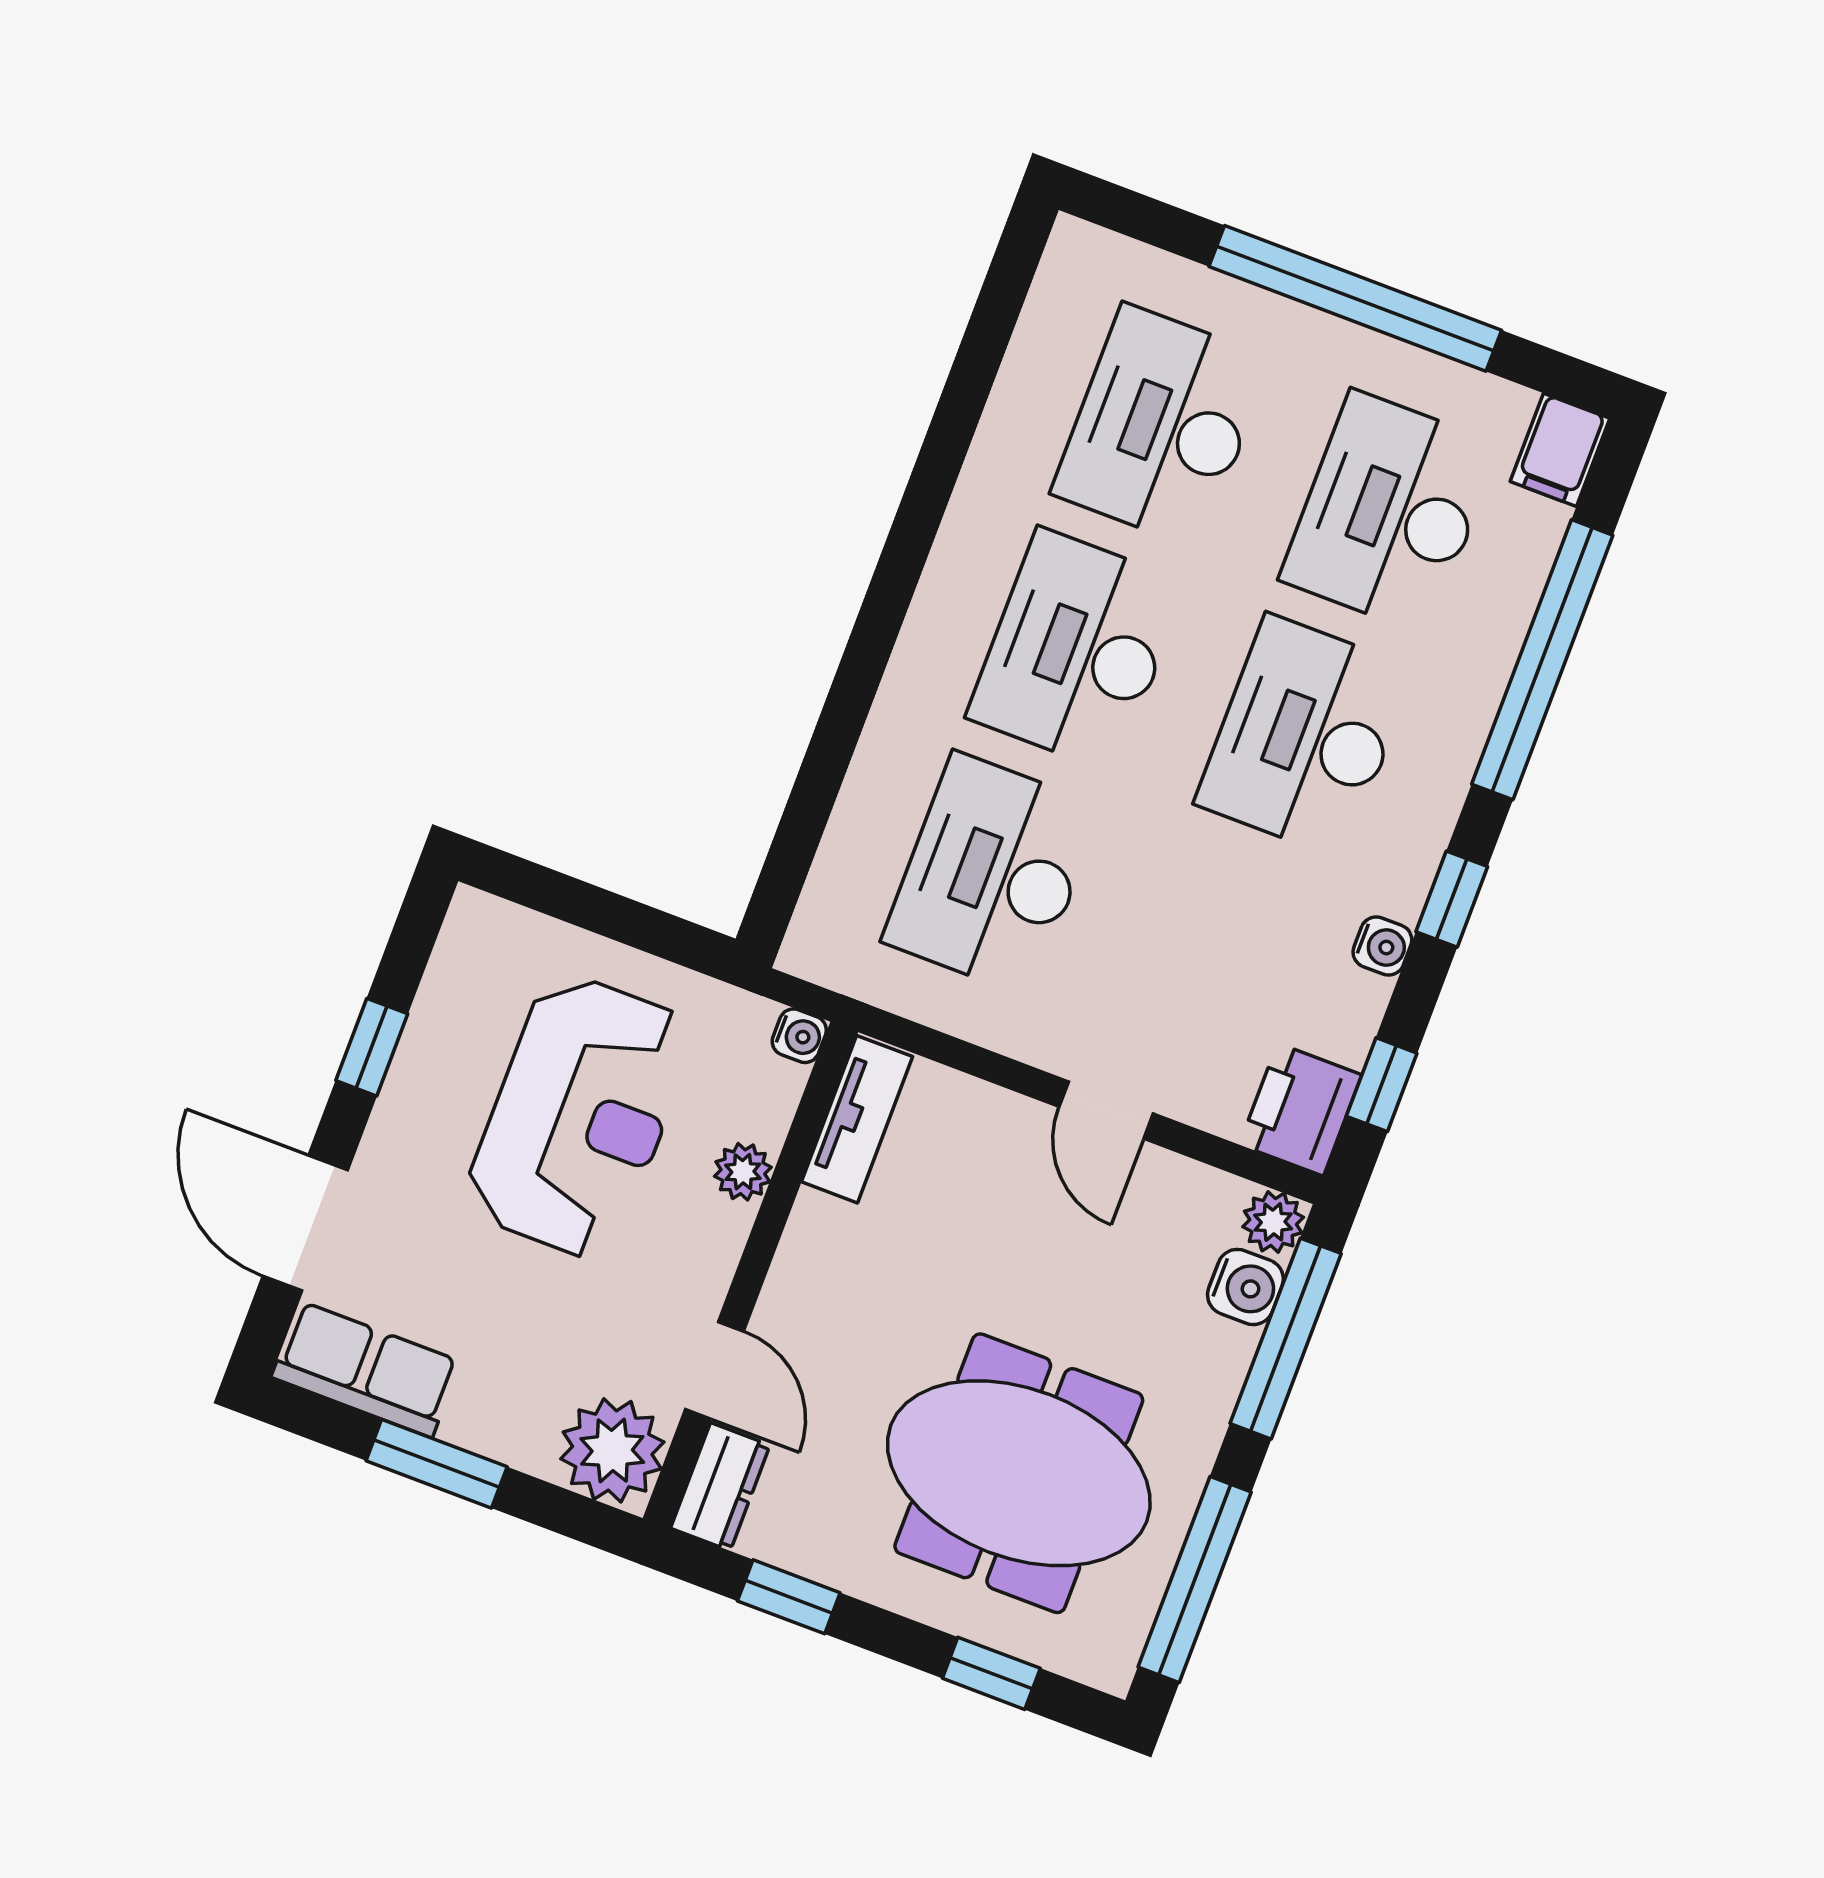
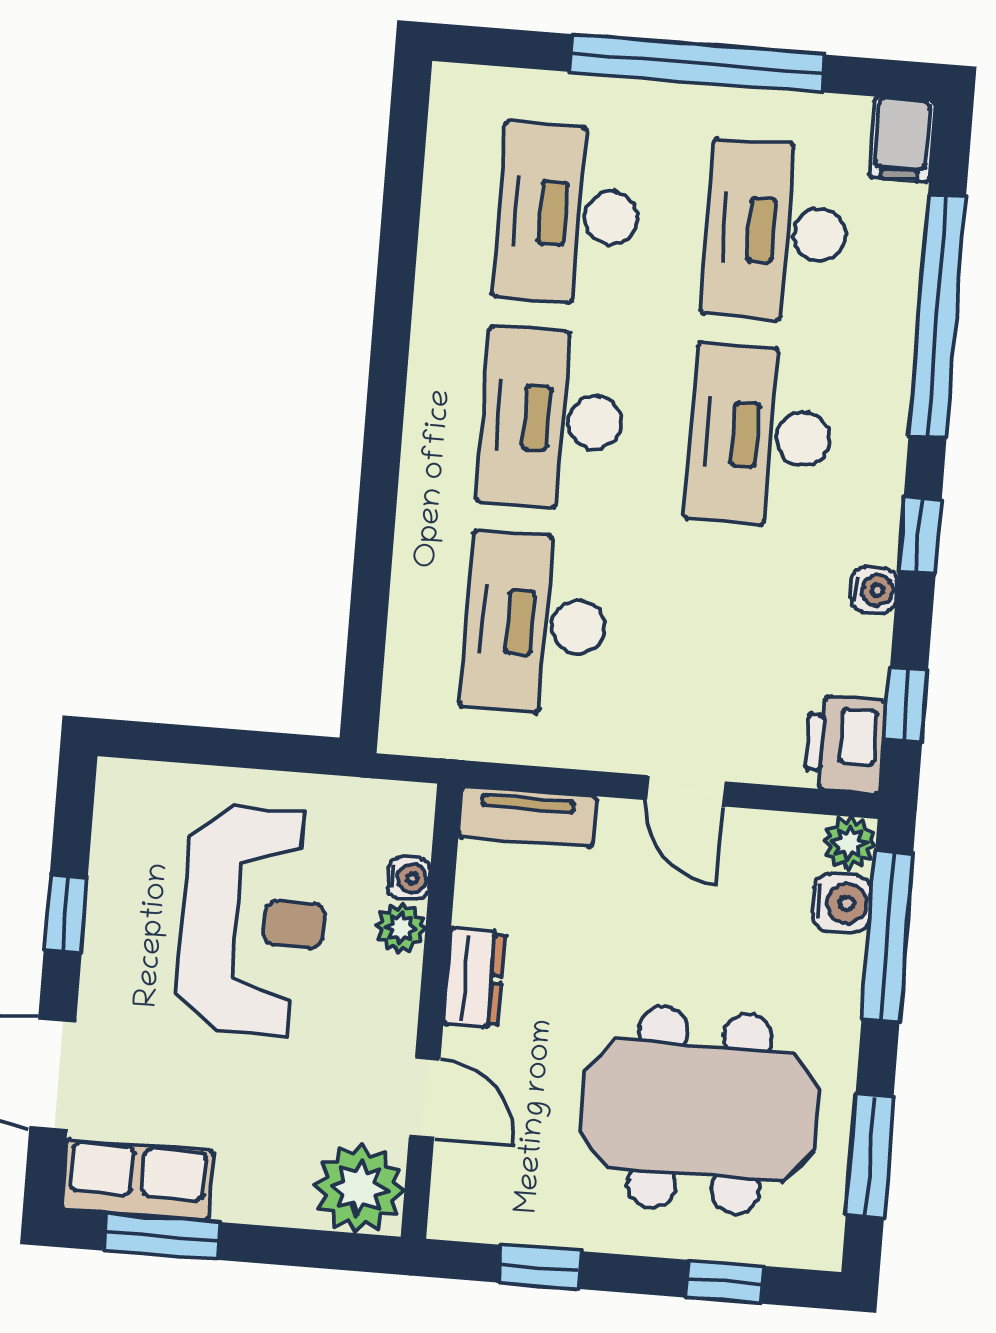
water cooler: (799, 1036) -> (409, 878), moved
tv unit: (857, 1119) -> (527, 816), moved, turned 90
window: (437, 1464) -> (162, 1236), moved
dresser: (720, 1487) -> (474, 978), moved
window: (1195, 1580) -> (870, 1156), width x0.69

